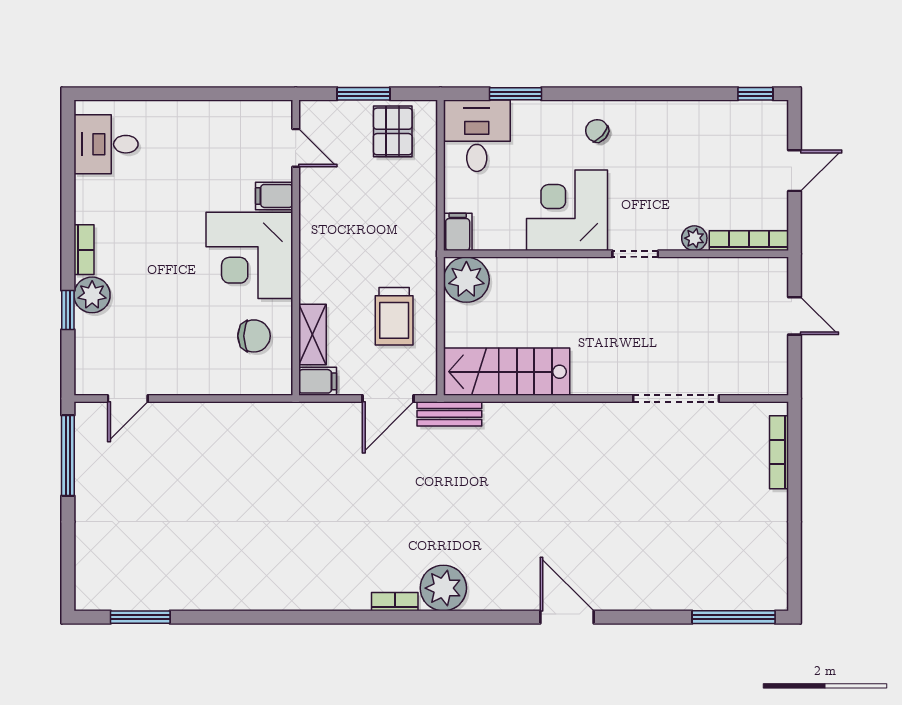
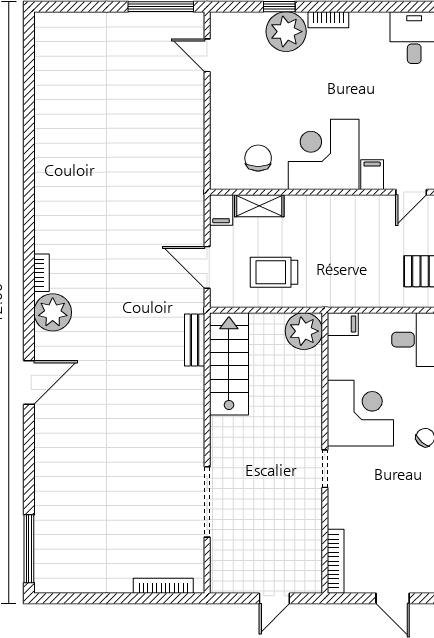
plant: (694, 238) -> (338, 517), removed
plant: (92, 295) -> (286, 32), width x1.36, depth x1.36
chair: (254, 336) -> (258, 158), turned 180
bench: (449, 414) -> (195, 340), moved
window: (140, 617) -> (29, 66), removed
door: (567, 617) -> (29, 382), moved

